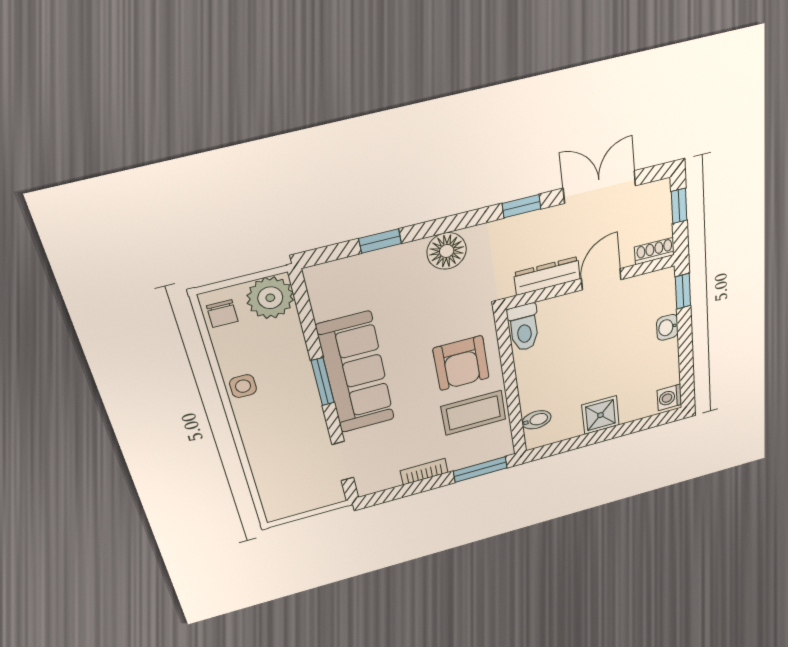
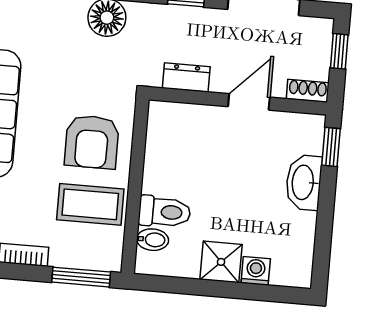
dresser: (547, 276) -> (186, 77), width x0.70
washbasin: (667, 327) -> (304, 182), width x1.91, depth x1.45
toilet: (524, 328) -> (164, 212), moved, turned -90
washing machine: (669, 398) -> (256, 271), moved, turned 90

